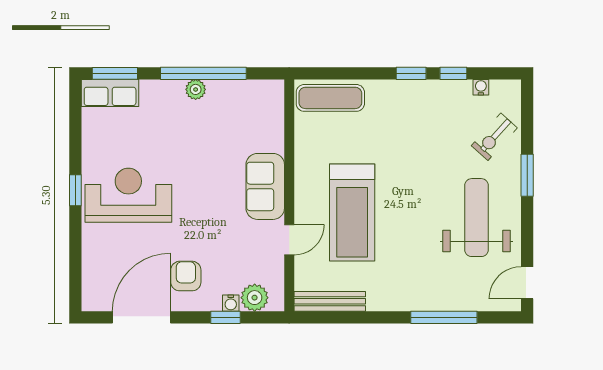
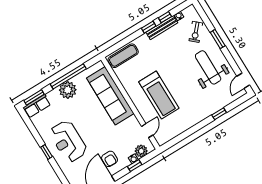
plant: (196, 89) -> (68, 90), width x1.87, depth x1.87
sofa: (265, 186) -> (110, 96), width x1.85, depth x1.27
reception desk: (128, 195) -> (68, 141), turned -90
door: (289, 240) -> (147, 131), moved
armchair: (186, 276) -> (110, 159), turned 180
bench: (330, 301) -> (162, 28), moved
window: (444, 317) -> (219, 114), width x0.46

